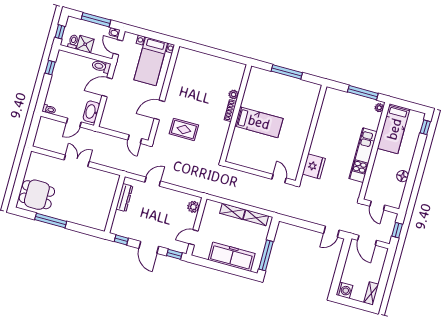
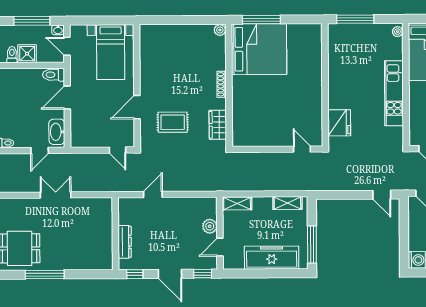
window: (287, 72) -> (261, 20), moved
window: (363, 93) -> (355, 19), moved
plant: (234, 94) -> (220, 30), moved
bed: (259, 122) -> (259, 49), moved, width x2.04
wardrobe: (219, 141) -> (218, 125), added
dresser: (124, 198) -> (125, 242), moved
plant: (193, 207) -> (210, 226), moved
shelving: (232, 211) -> (237, 203), moved
door: (331, 232) -> (382, 195), hinge flipped

